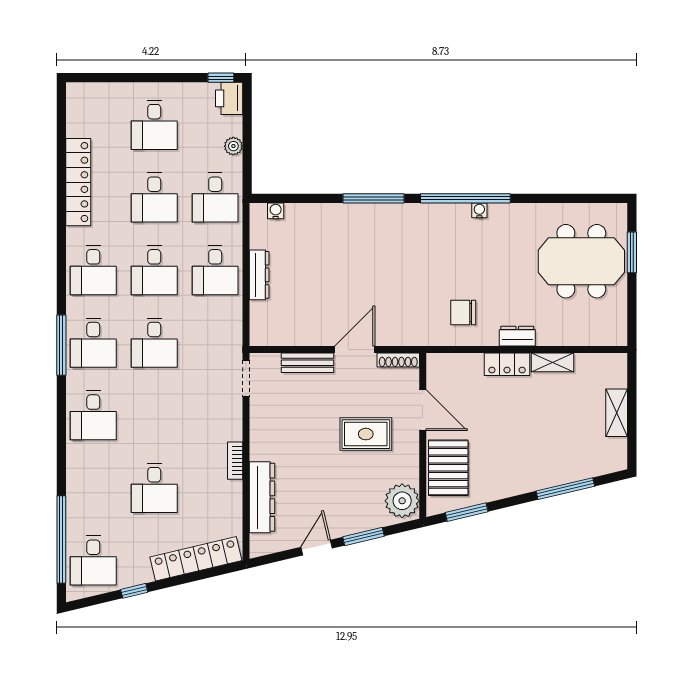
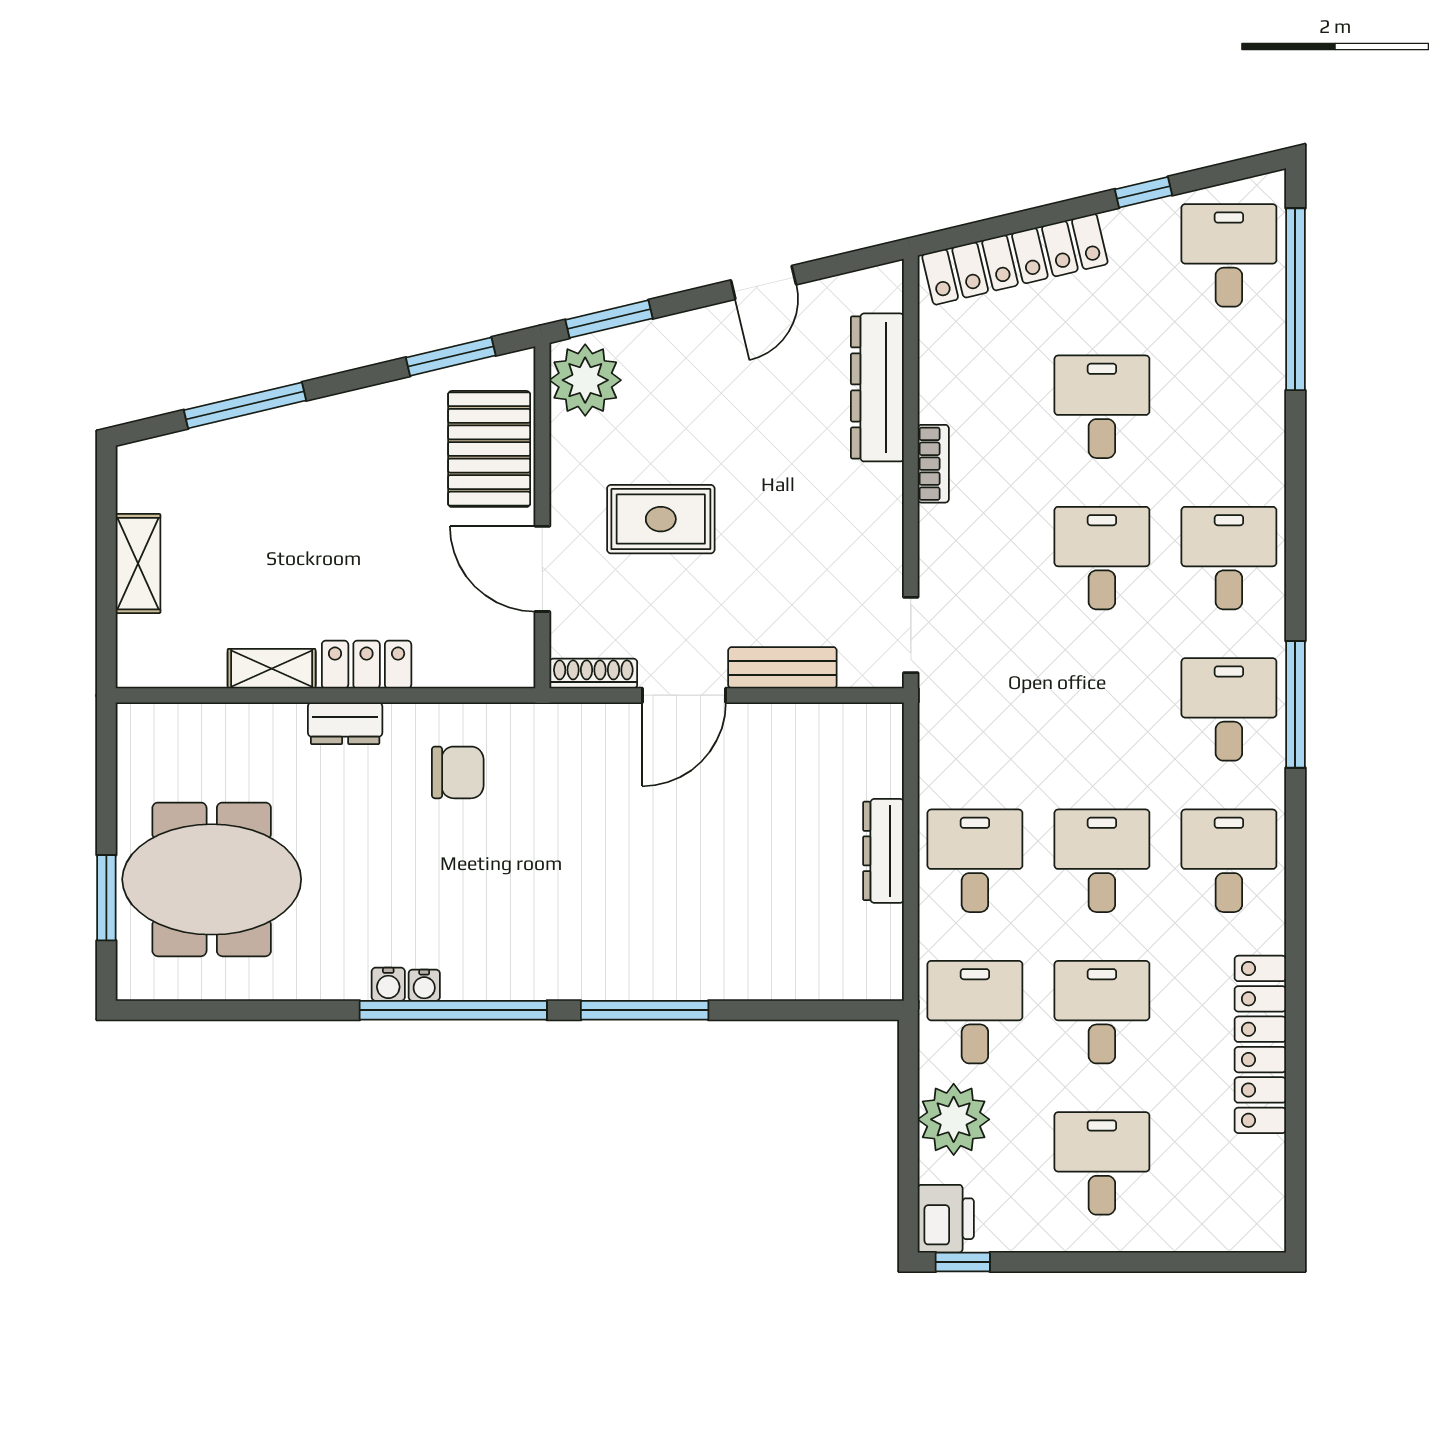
plant: (233, 146) -> (954, 1119), width x1.87, depth x1.87
water cooler: (276, 211) -> (388, 984), moved
desk: (154, 343) -> (1102, 558), moved
window: (363, 537) -> (609, 319), moved

